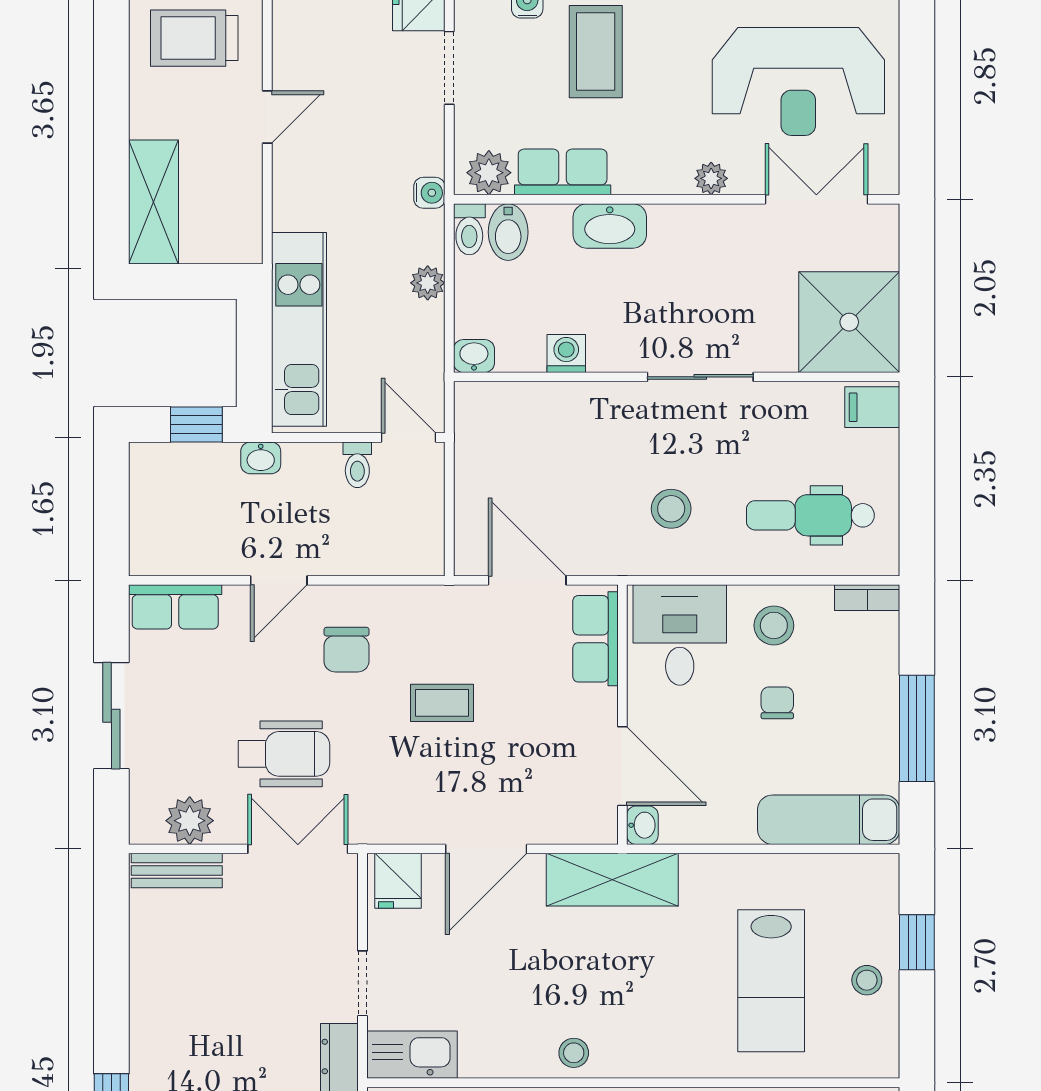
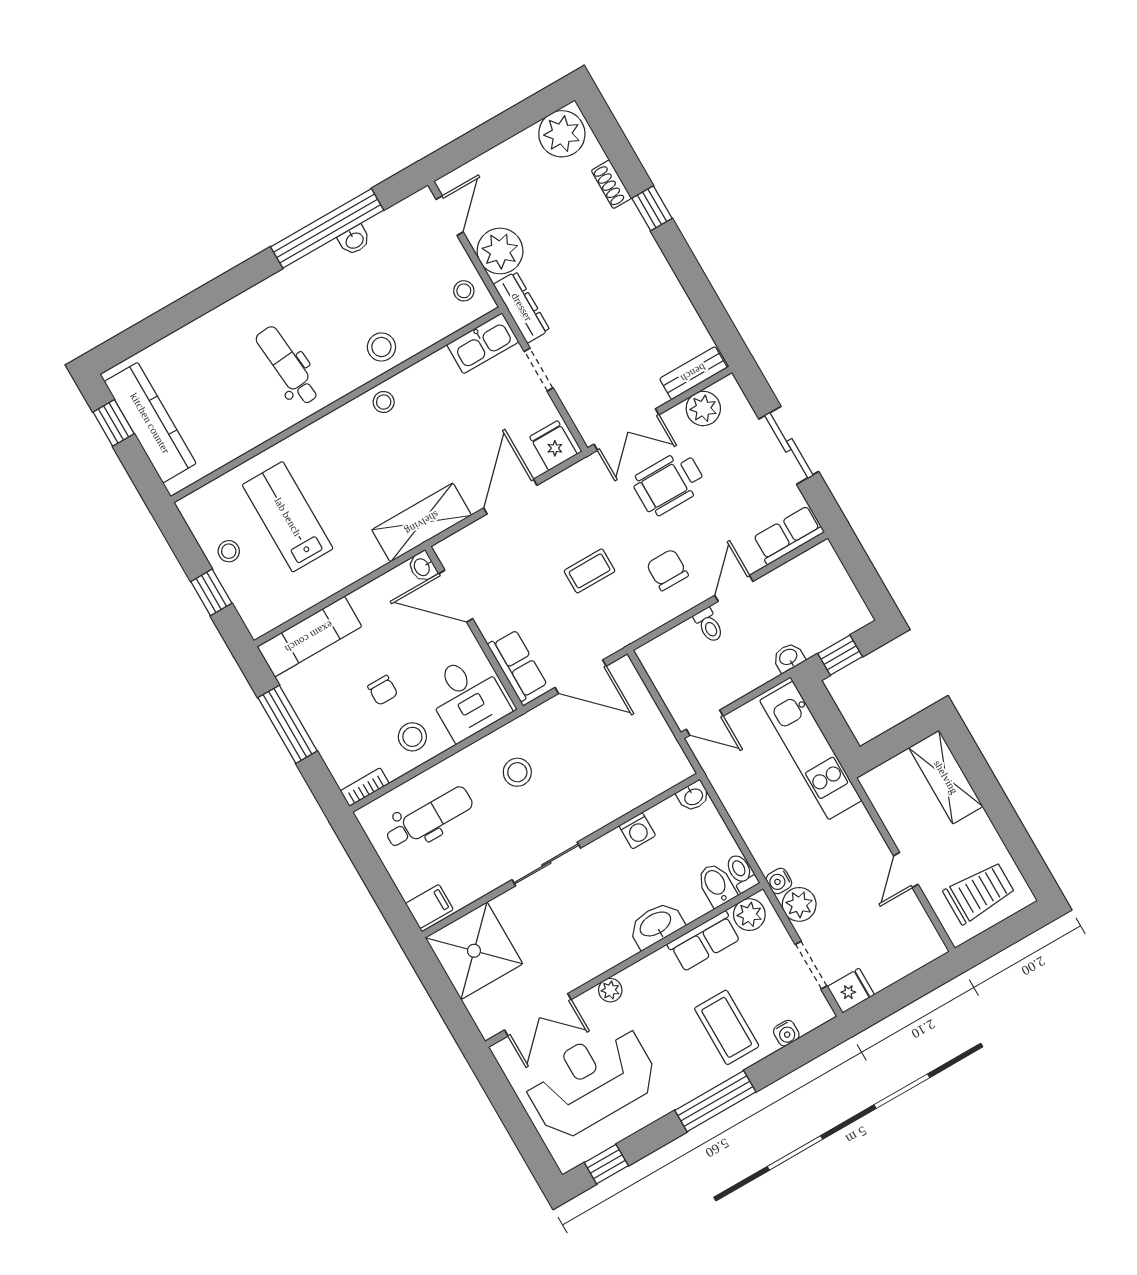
plant: (428, 283) -> (799, 904), moved, width x1.38, depth x1.38
toilet: (357, 465) -> (709, 625), moved, turned 180

